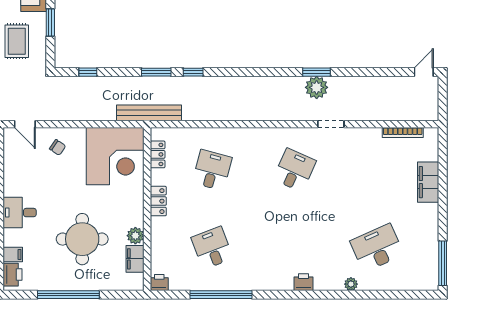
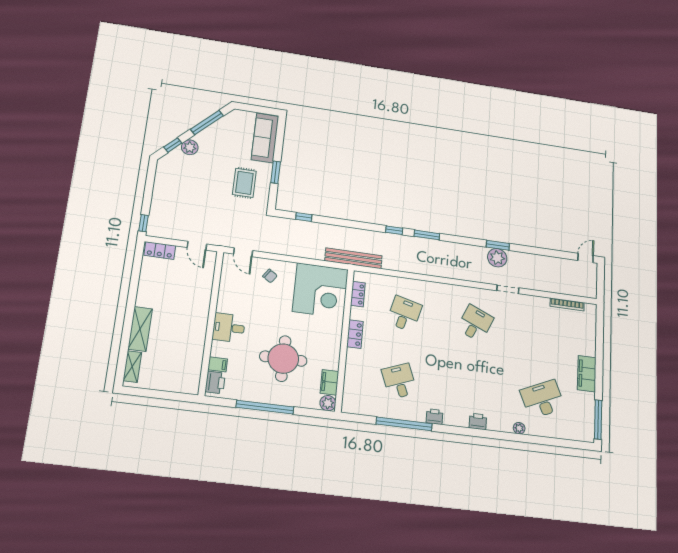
window: (156, 72) -> (427, 235), moved
filing cabinet: (428, 182) -> (587, 374), moved
plant: (135, 236) -> (328, 403), moved
printer: (159, 283) -> (434, 417), moved

